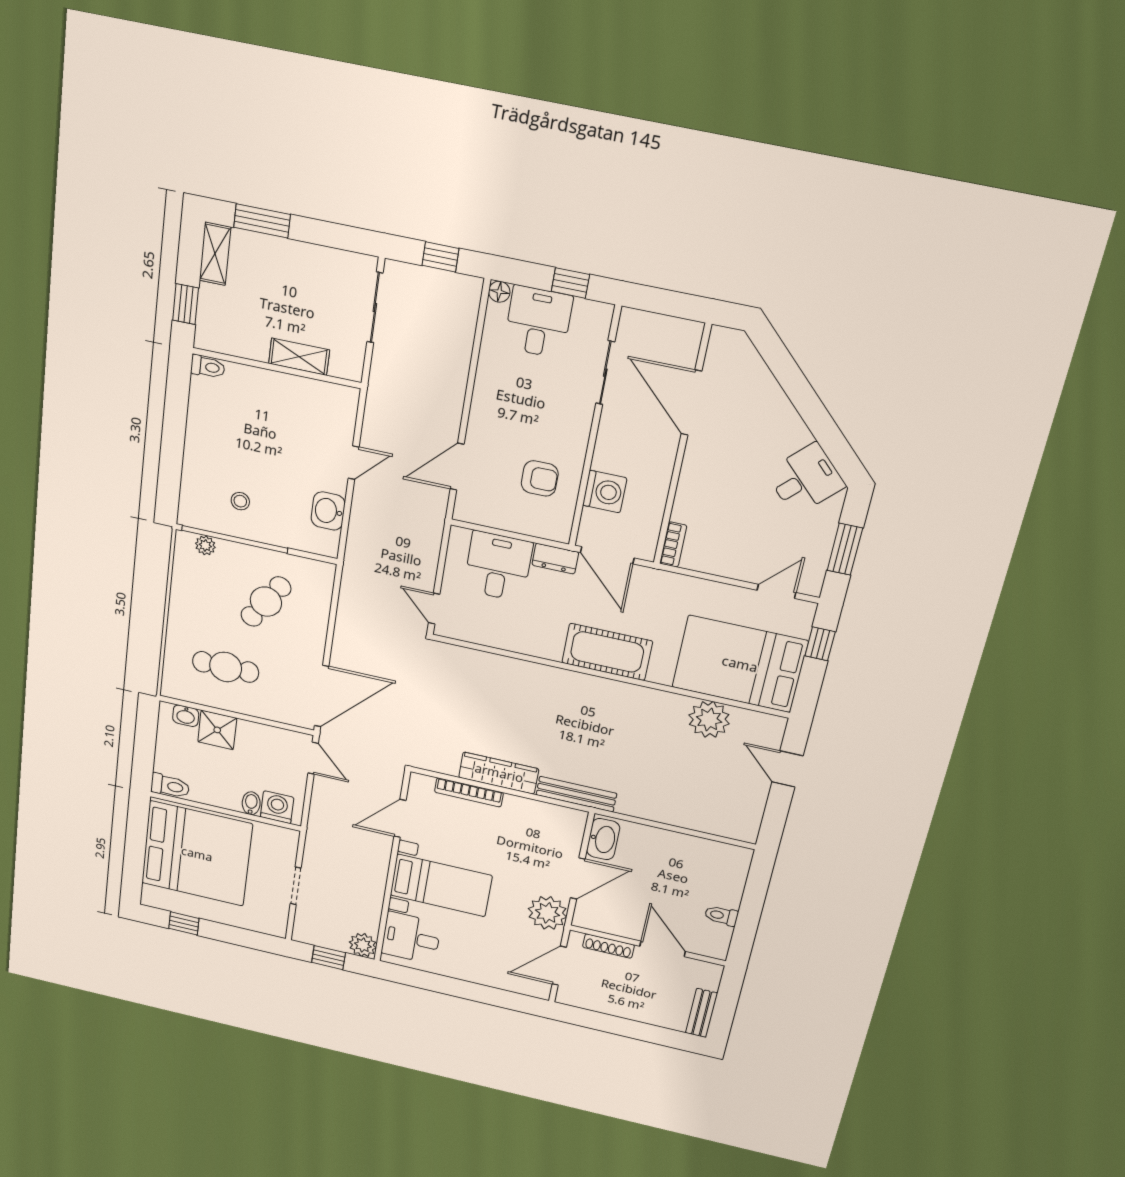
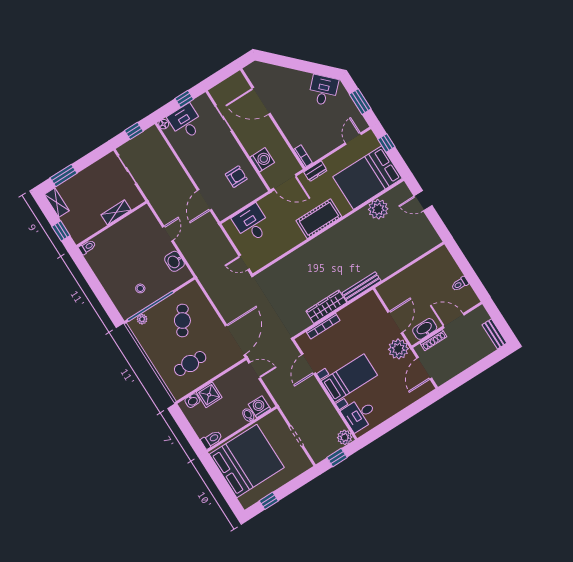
dresser: (555, 559) -> (315, 171), moved
washbasin: (603, 839) -> (425, 329), moved, turned -90

